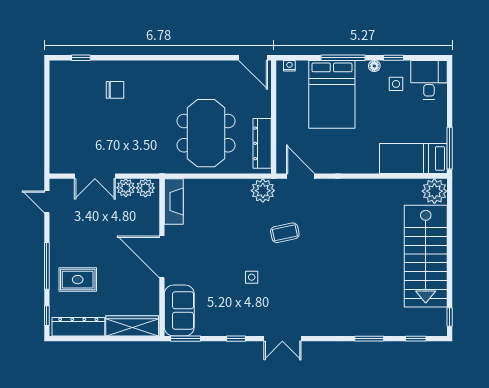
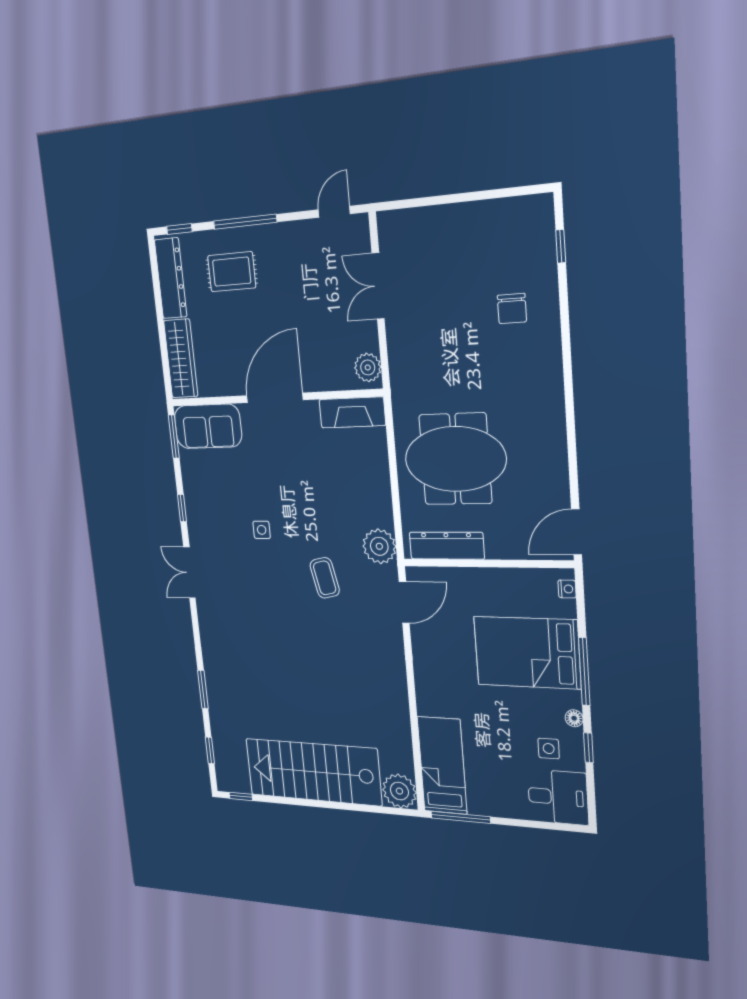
plant: (126, 188) -> (365, 337), removed
rug: (78, 280) -> (232, 272), turned 90

